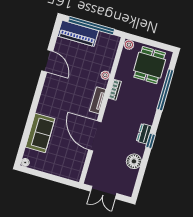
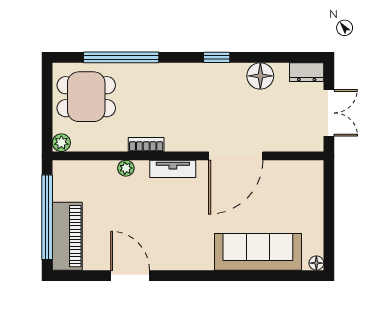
door: (47, 61) -> (130, 276), hinge flipped
sofa: (40, 133) -> (258, 252), width x1.36
dresser: (144, 134) -> (307, 72), moved

